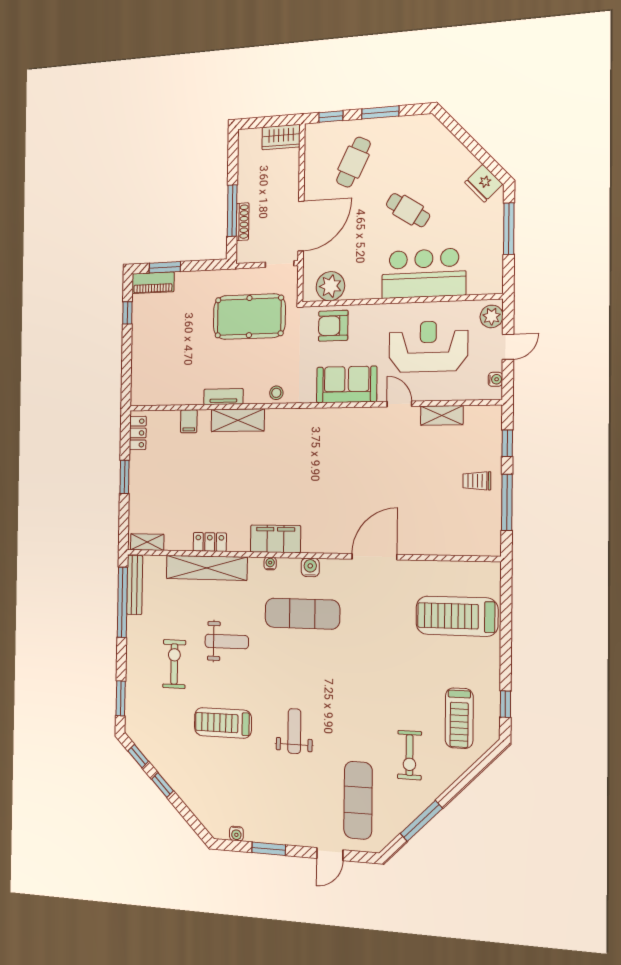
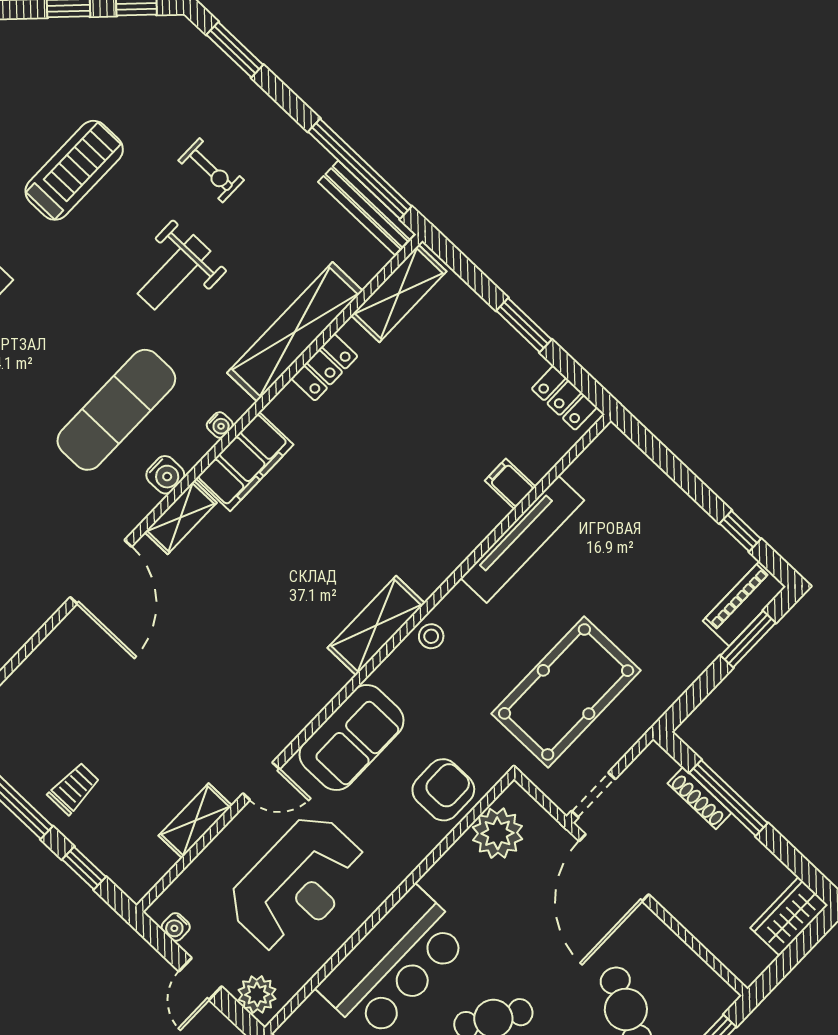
wardrobe: (281, 137) -> (789, 916), moved
tv unit: (223, 397) -> (522, 539), width x1.92, depth x1.29
shelving: (238, 420) -> (376, 626), moved
shelving: (147, 542) -> (399, 293), width x1.50, depth x1.33
shelving: (322, 544) -> (181, 517), added
exercise bike: (174, 664) -> (211, 170), width x0.73, depth x0.72

